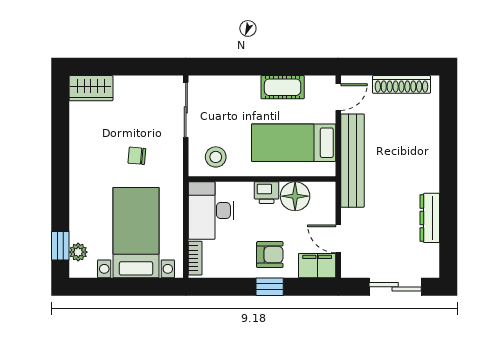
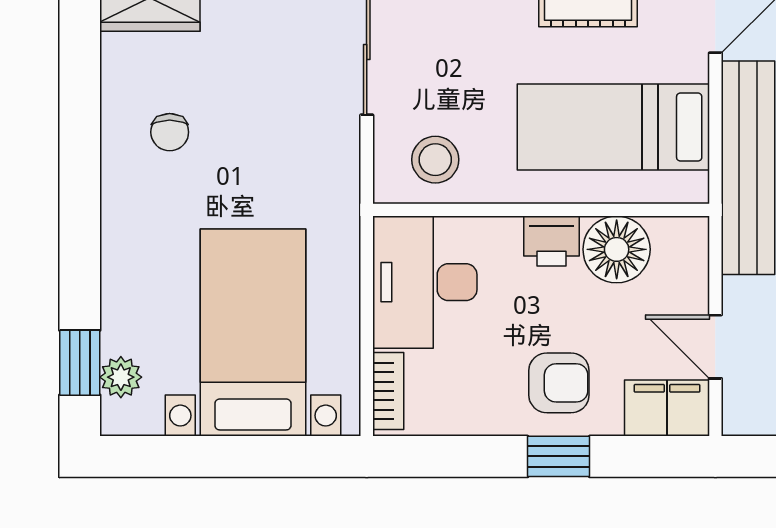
chair: (137, 156) -> (170, 132), moved, turned -95

